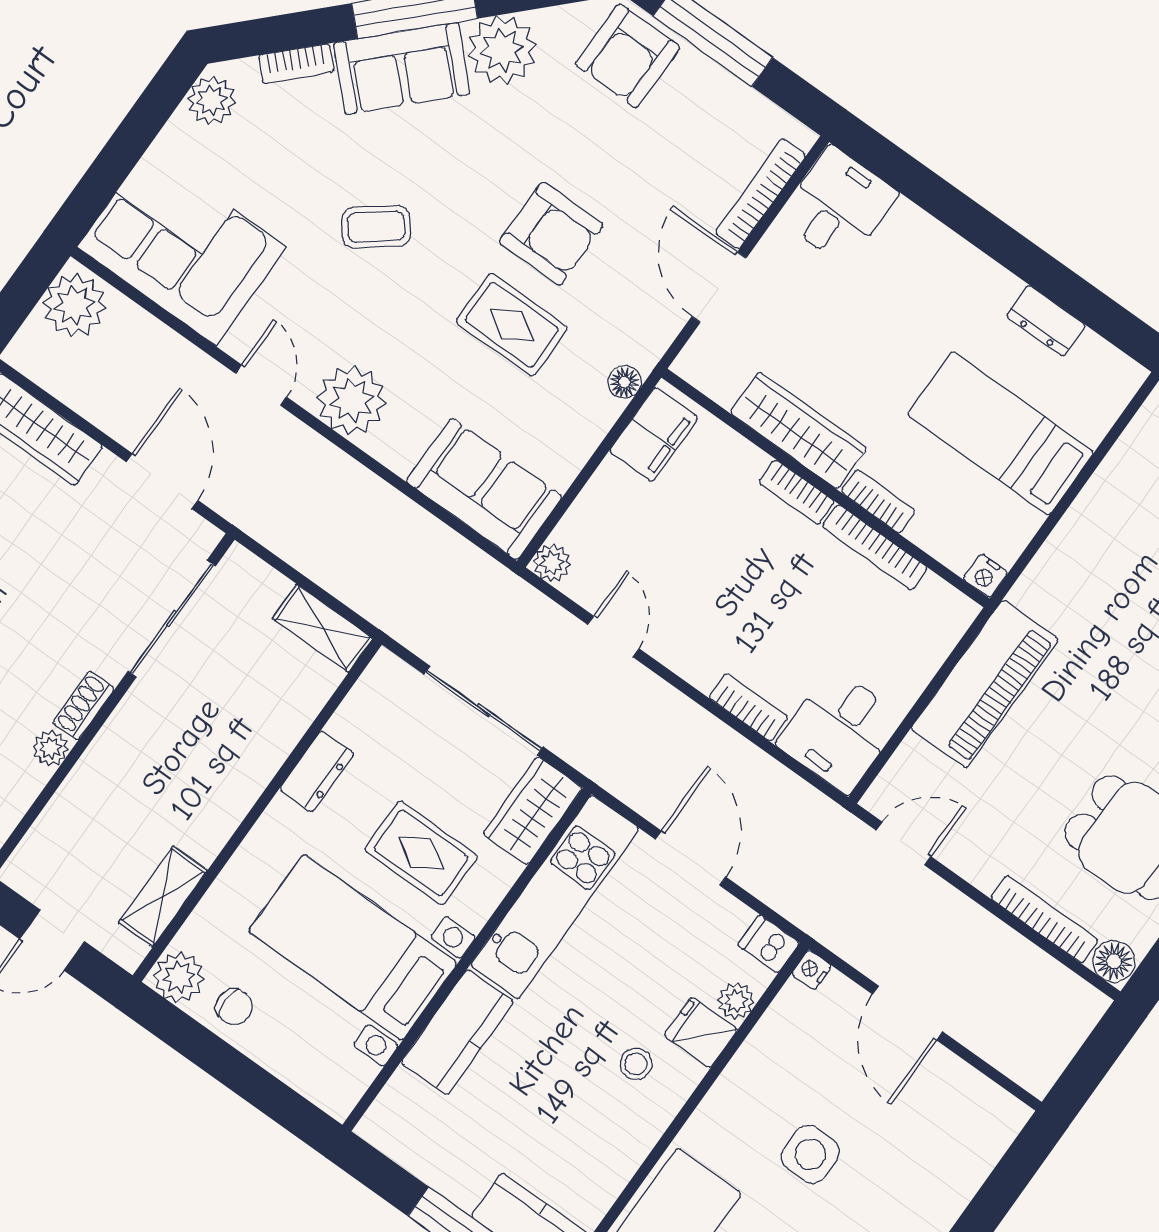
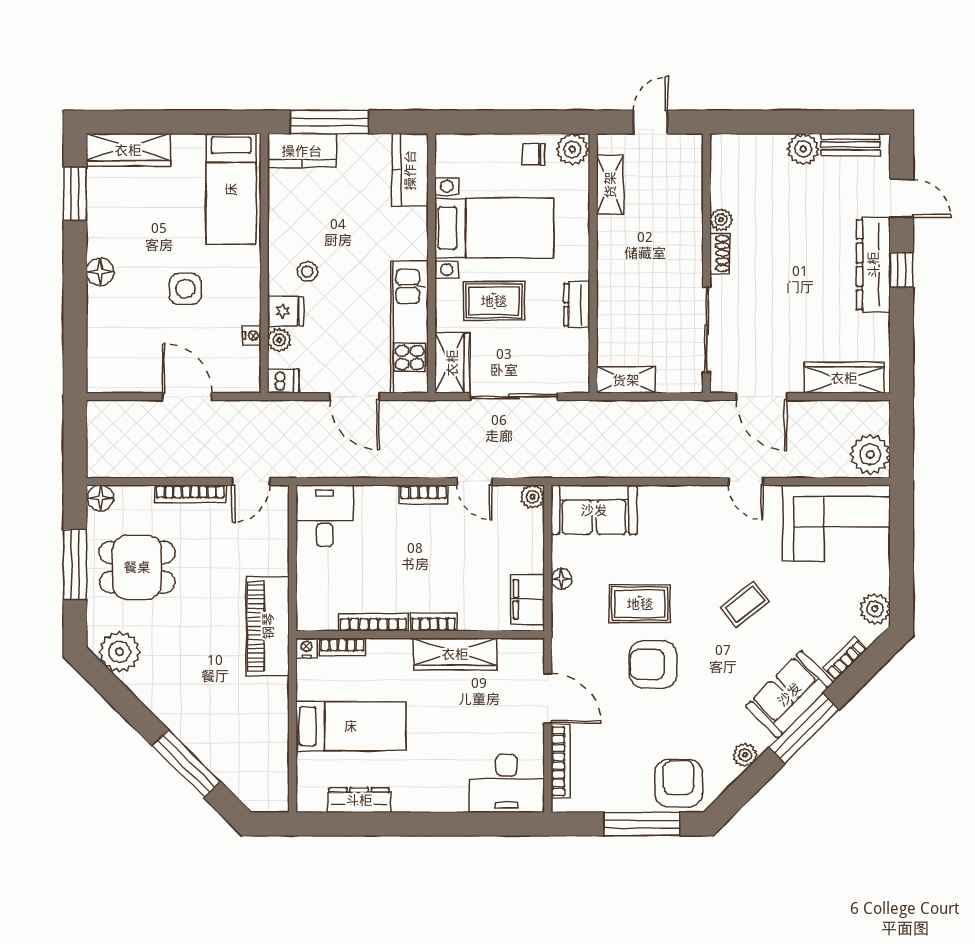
plant: (502, 50) -> (745, 755), width x0.53, depth x0.53
desk: (838, 206) -> (506, 783), width x1.37
dresser: (1046, 321) -> (359, 800), width x1.44
floor lamp: (624, 382) -> (561, 579), moved
plant: (352, 400) -> (694, 507), removed
bookcase: (878, 501) -> (342, 647), moved
piano: (985, 684) -> (268, 626), moved
bookcase: (748, 707) -> (423, 495), moved
bookcase: (1044, 919) -> (190, 494), moved
nightstand: (812, 970) -> (252, 335), moved
kitchen counter: (457, 1032) -> (410, 170), moved

